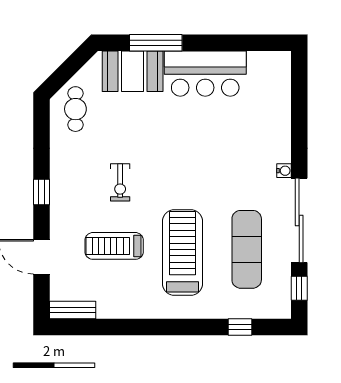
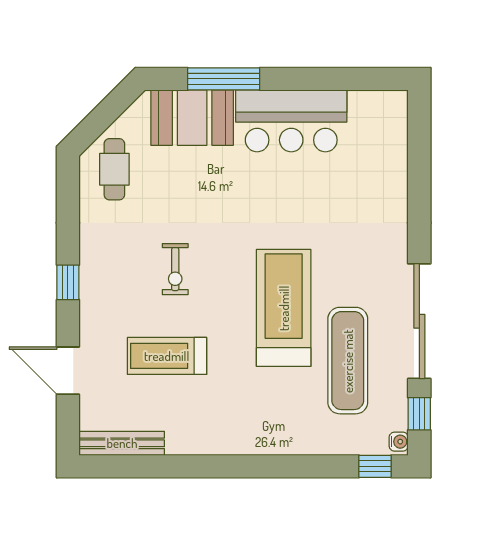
water cooler: (284, 171) -> (399, 442), moved
treadmill: (183, 253) -> (284, 308), moved
bench: (73, 310) -> (122, 443), width x1.36
window: (240, 327) -> (375, 466), moved

